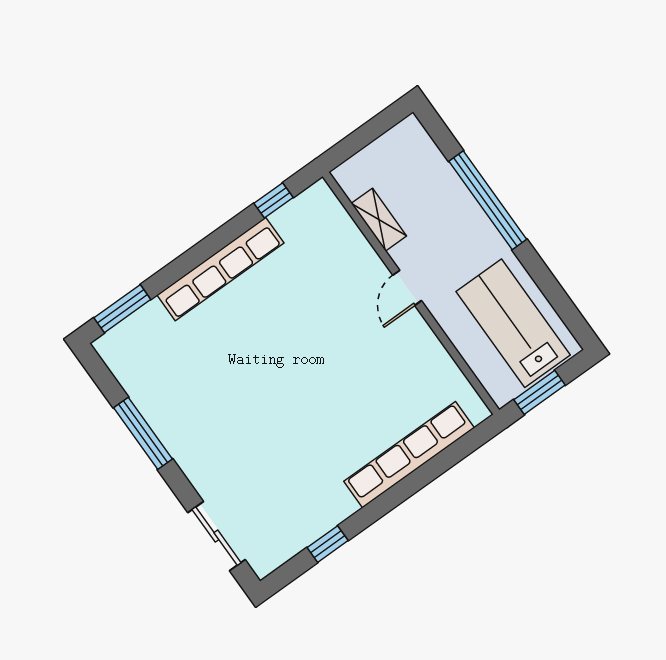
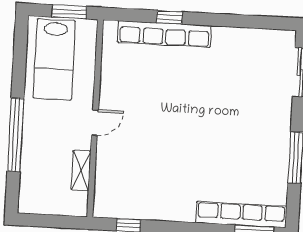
row of seats: (220, 269) -> (241, 215), moved
window: (328, 544) -> (169, 17), moved

